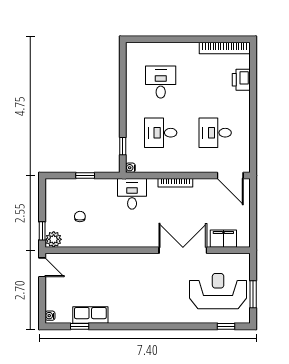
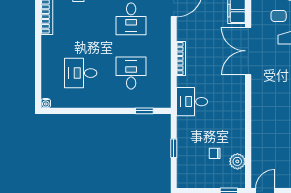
desk: (161, 133) -> (131, 73), turned 180
water cooler: (130, 168) -> (46, 103), moved
plant: (54, 239) -> (237, 161), moved

